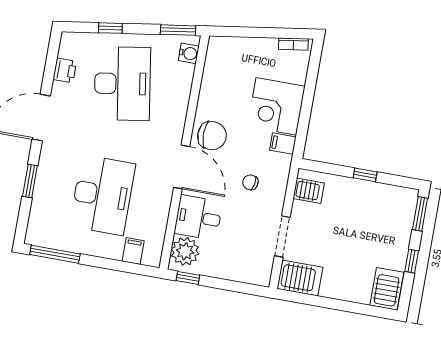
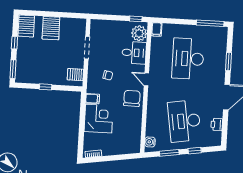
window: (178, 30) -> (169, 153), moved
chair: (212, 136) -> (132, 98), turned 91
door: (182, 167) -> (146, 79), width x0.53
filing cabinet: (133, 251) -> (156, 29), moved
server rack: (300, 278) -> (51, 28), moved, turned -90

